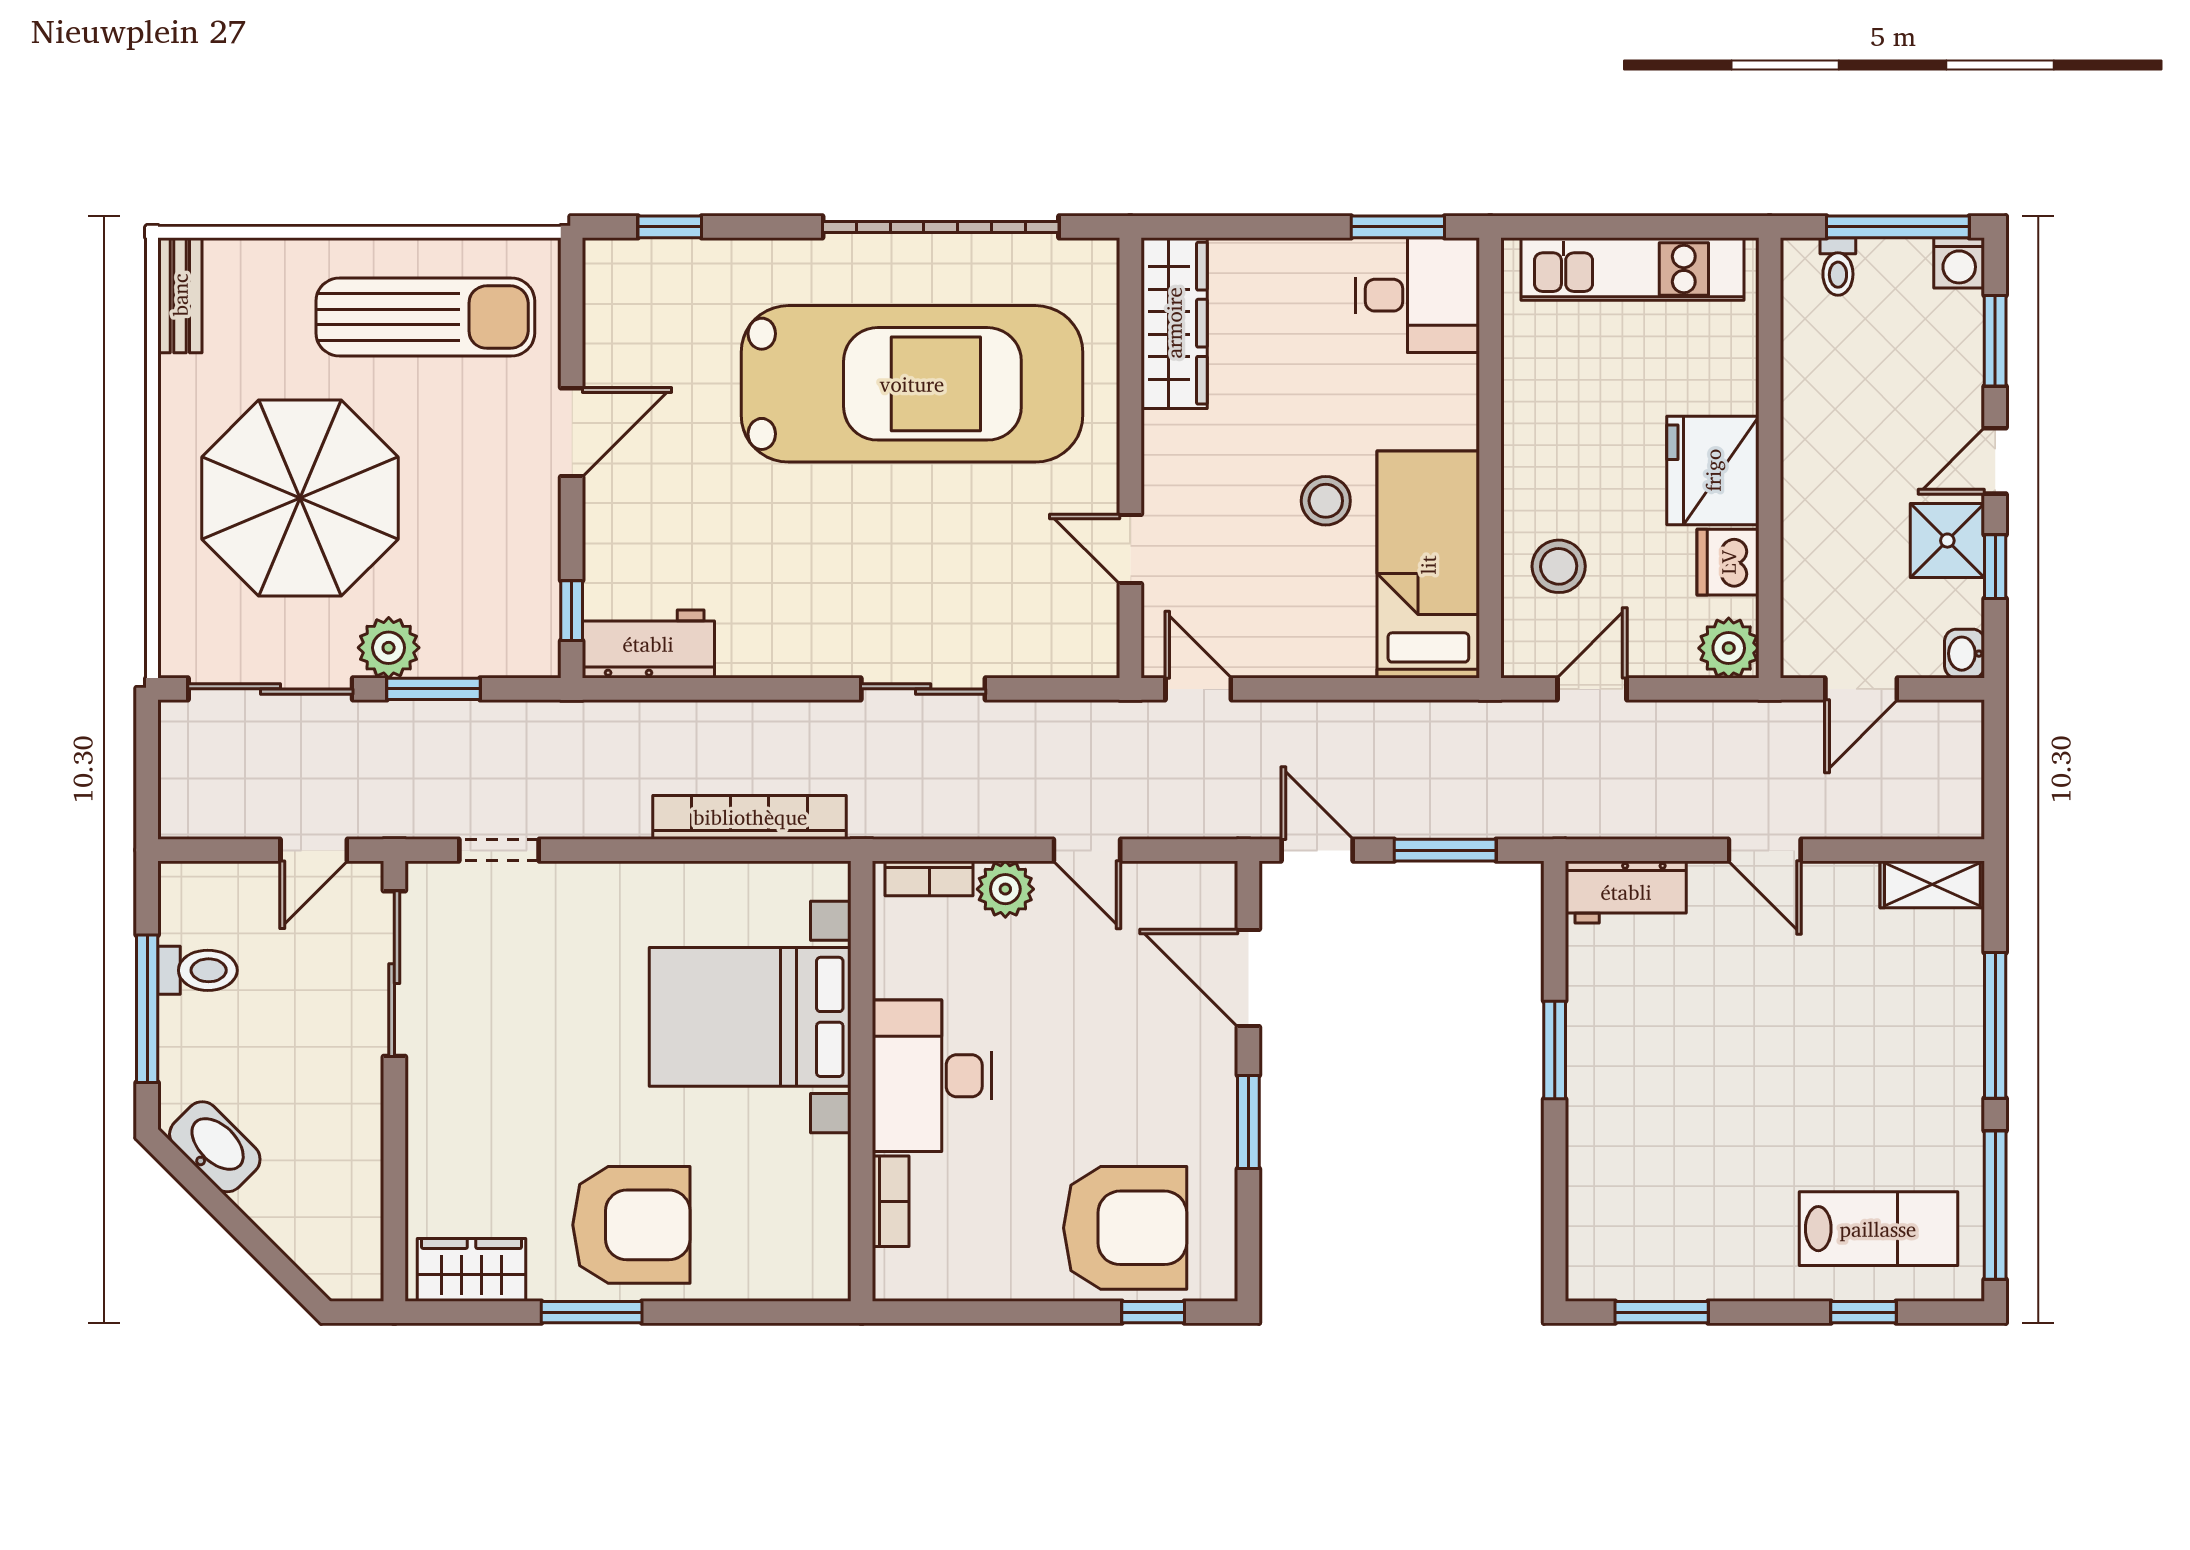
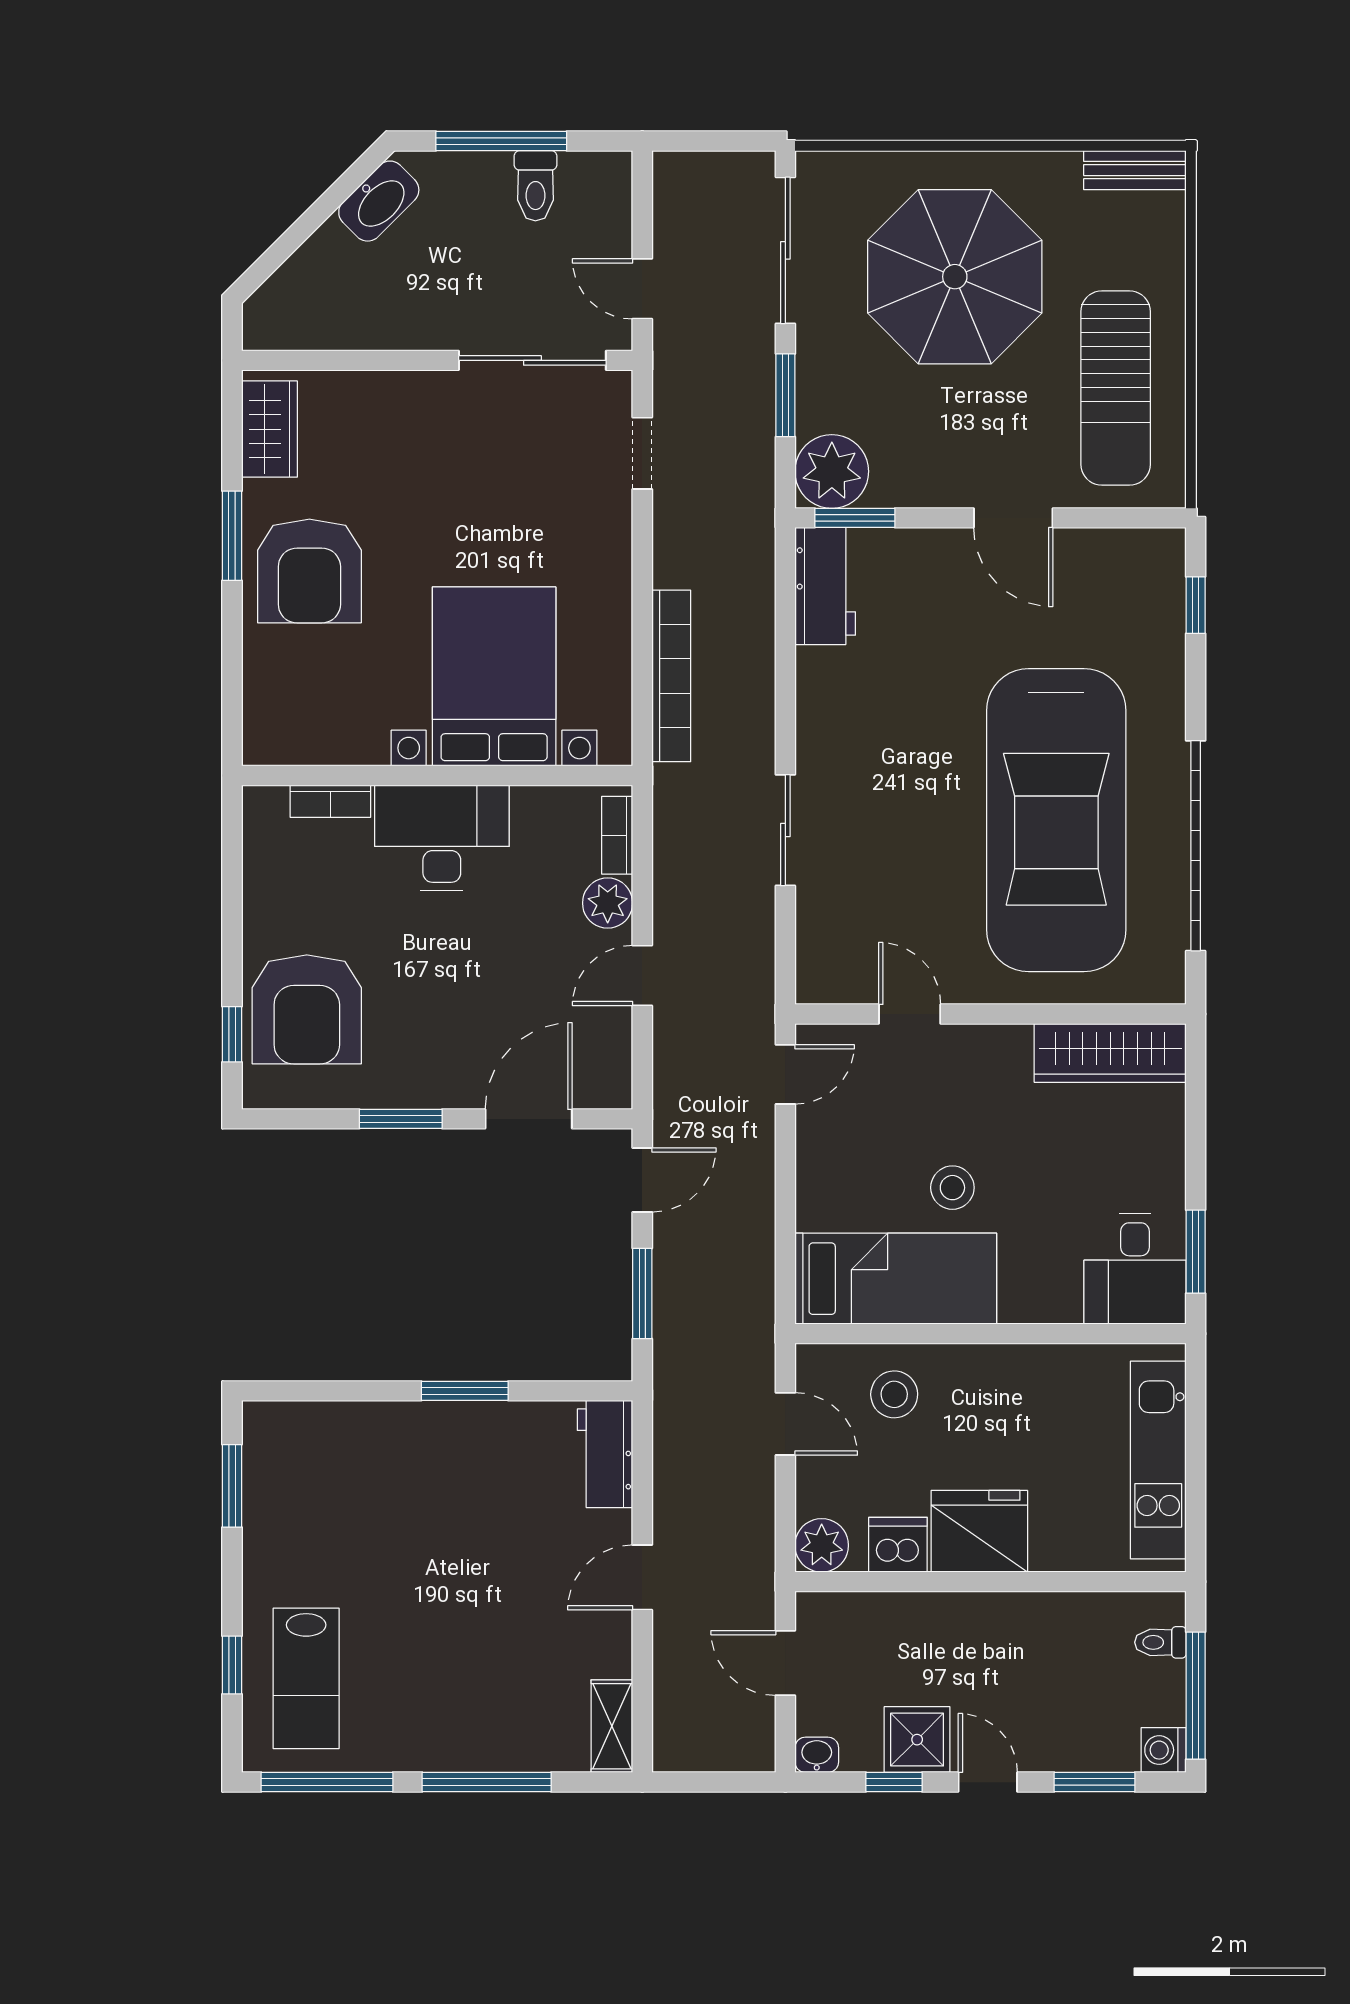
door: (1130, 549) -> (910, 1014), hinge flipped
window: (572, 611) -> (855, 518), width x1.50
plant: (389, 648) -> (832, 471), moved, width x1.36, depth x1.36

